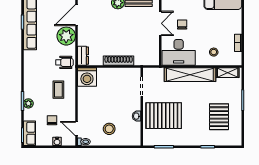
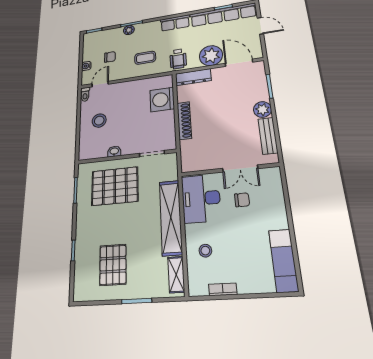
dresser: (83, 56) -> (193, 77), width x1.44
washing machine: (87, 77) -> (162, 100), moved
pallet: (164, 116) -> (115, 186), turned 90
pallet: (219, 117) -> (113, 265), turned 90
row of seats: (30, 133) -> (175, 23), moved

